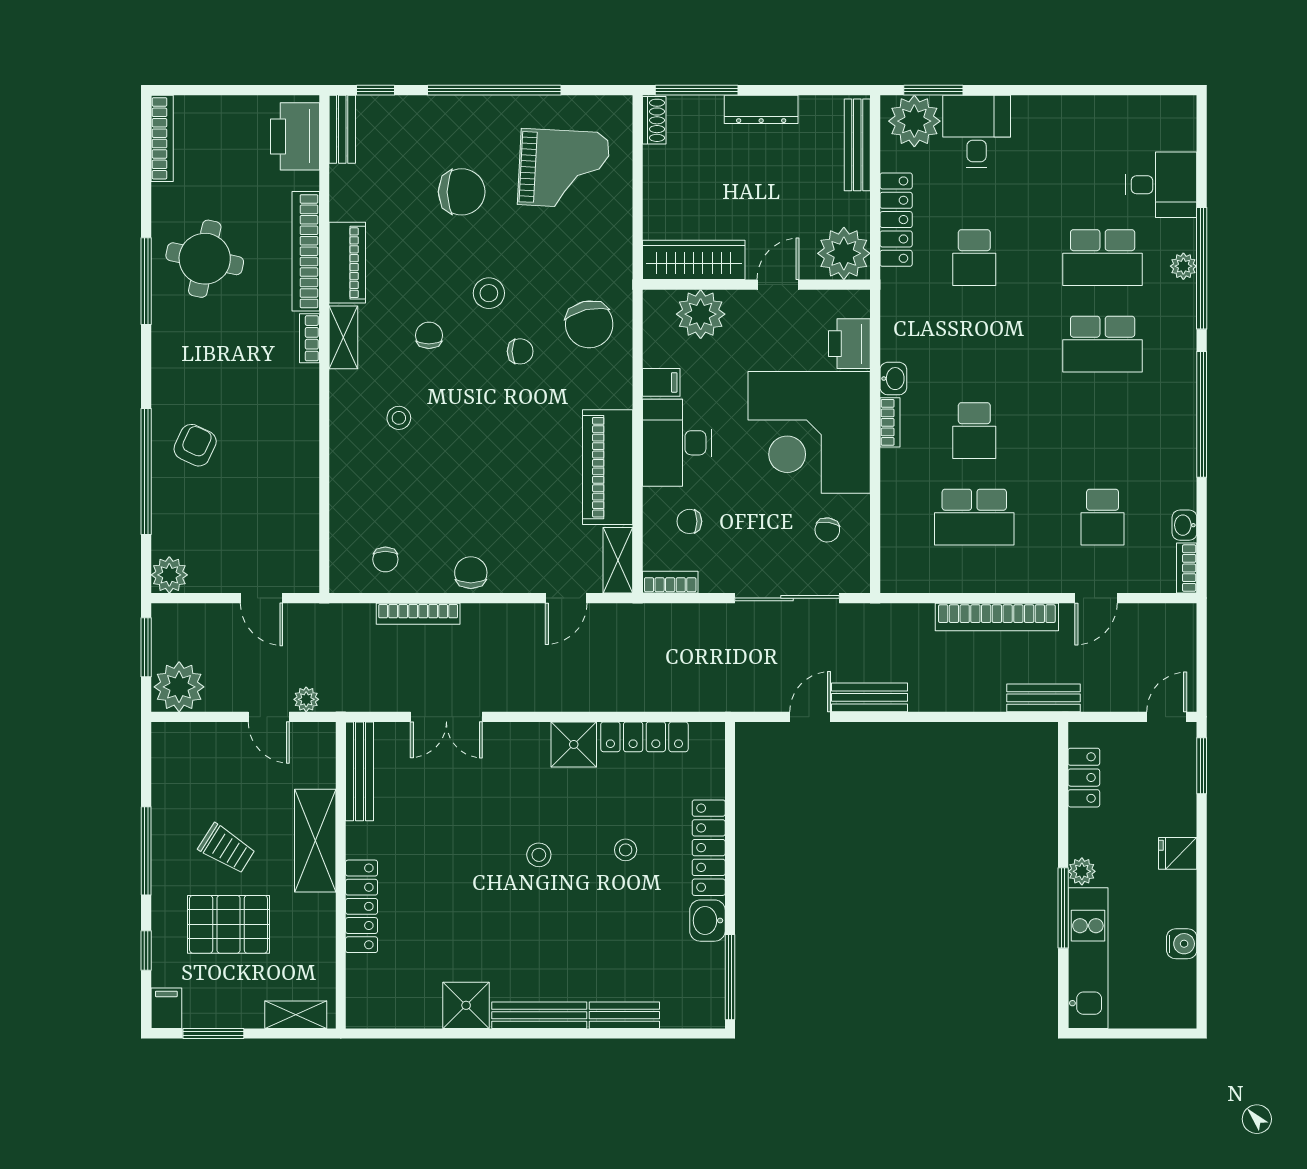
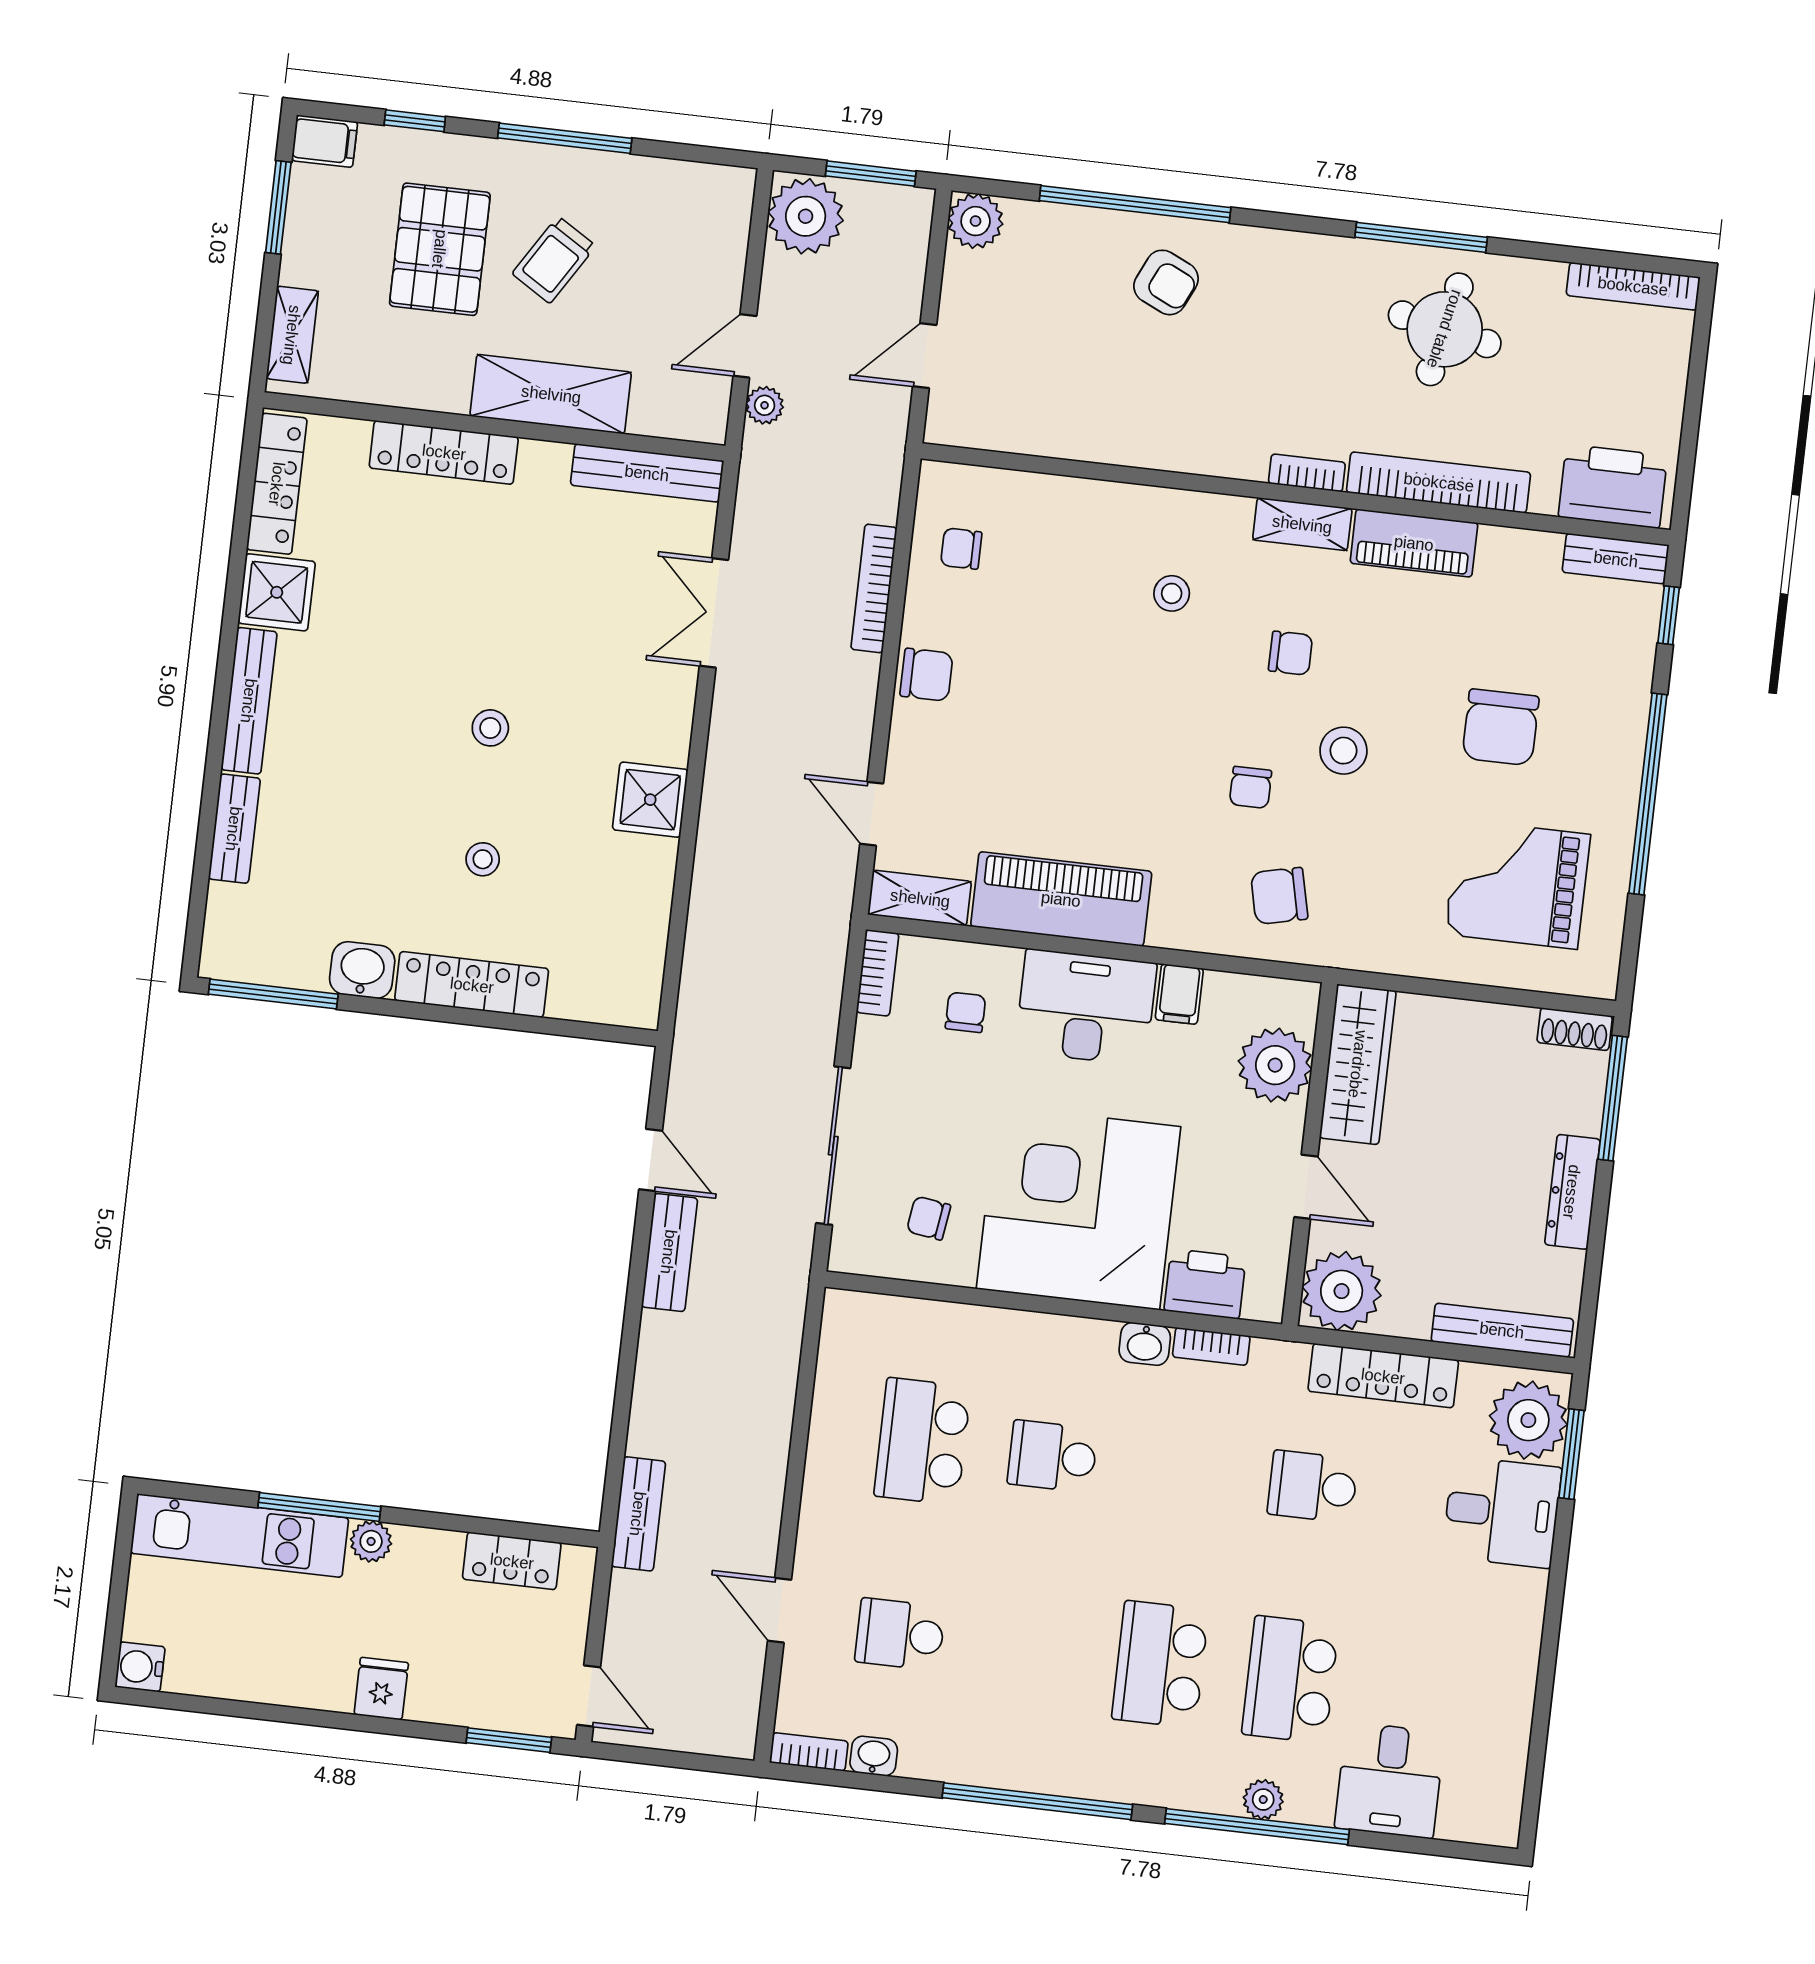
grand piano: (564, 169) -> (1518, 884), turned 87
chair: (589, 324) -> (1279, 896), width x0.73, depth x0.73
bookcase: (890, 422) -> (1211, 1346), moved
bookcase: (997, 617) -> (768, 1458), removed
locker: (644, 737) -> (277, 484), moved, turned 180
water cooler: (1182, 944) -> (140, 1667), moved, turned 90

